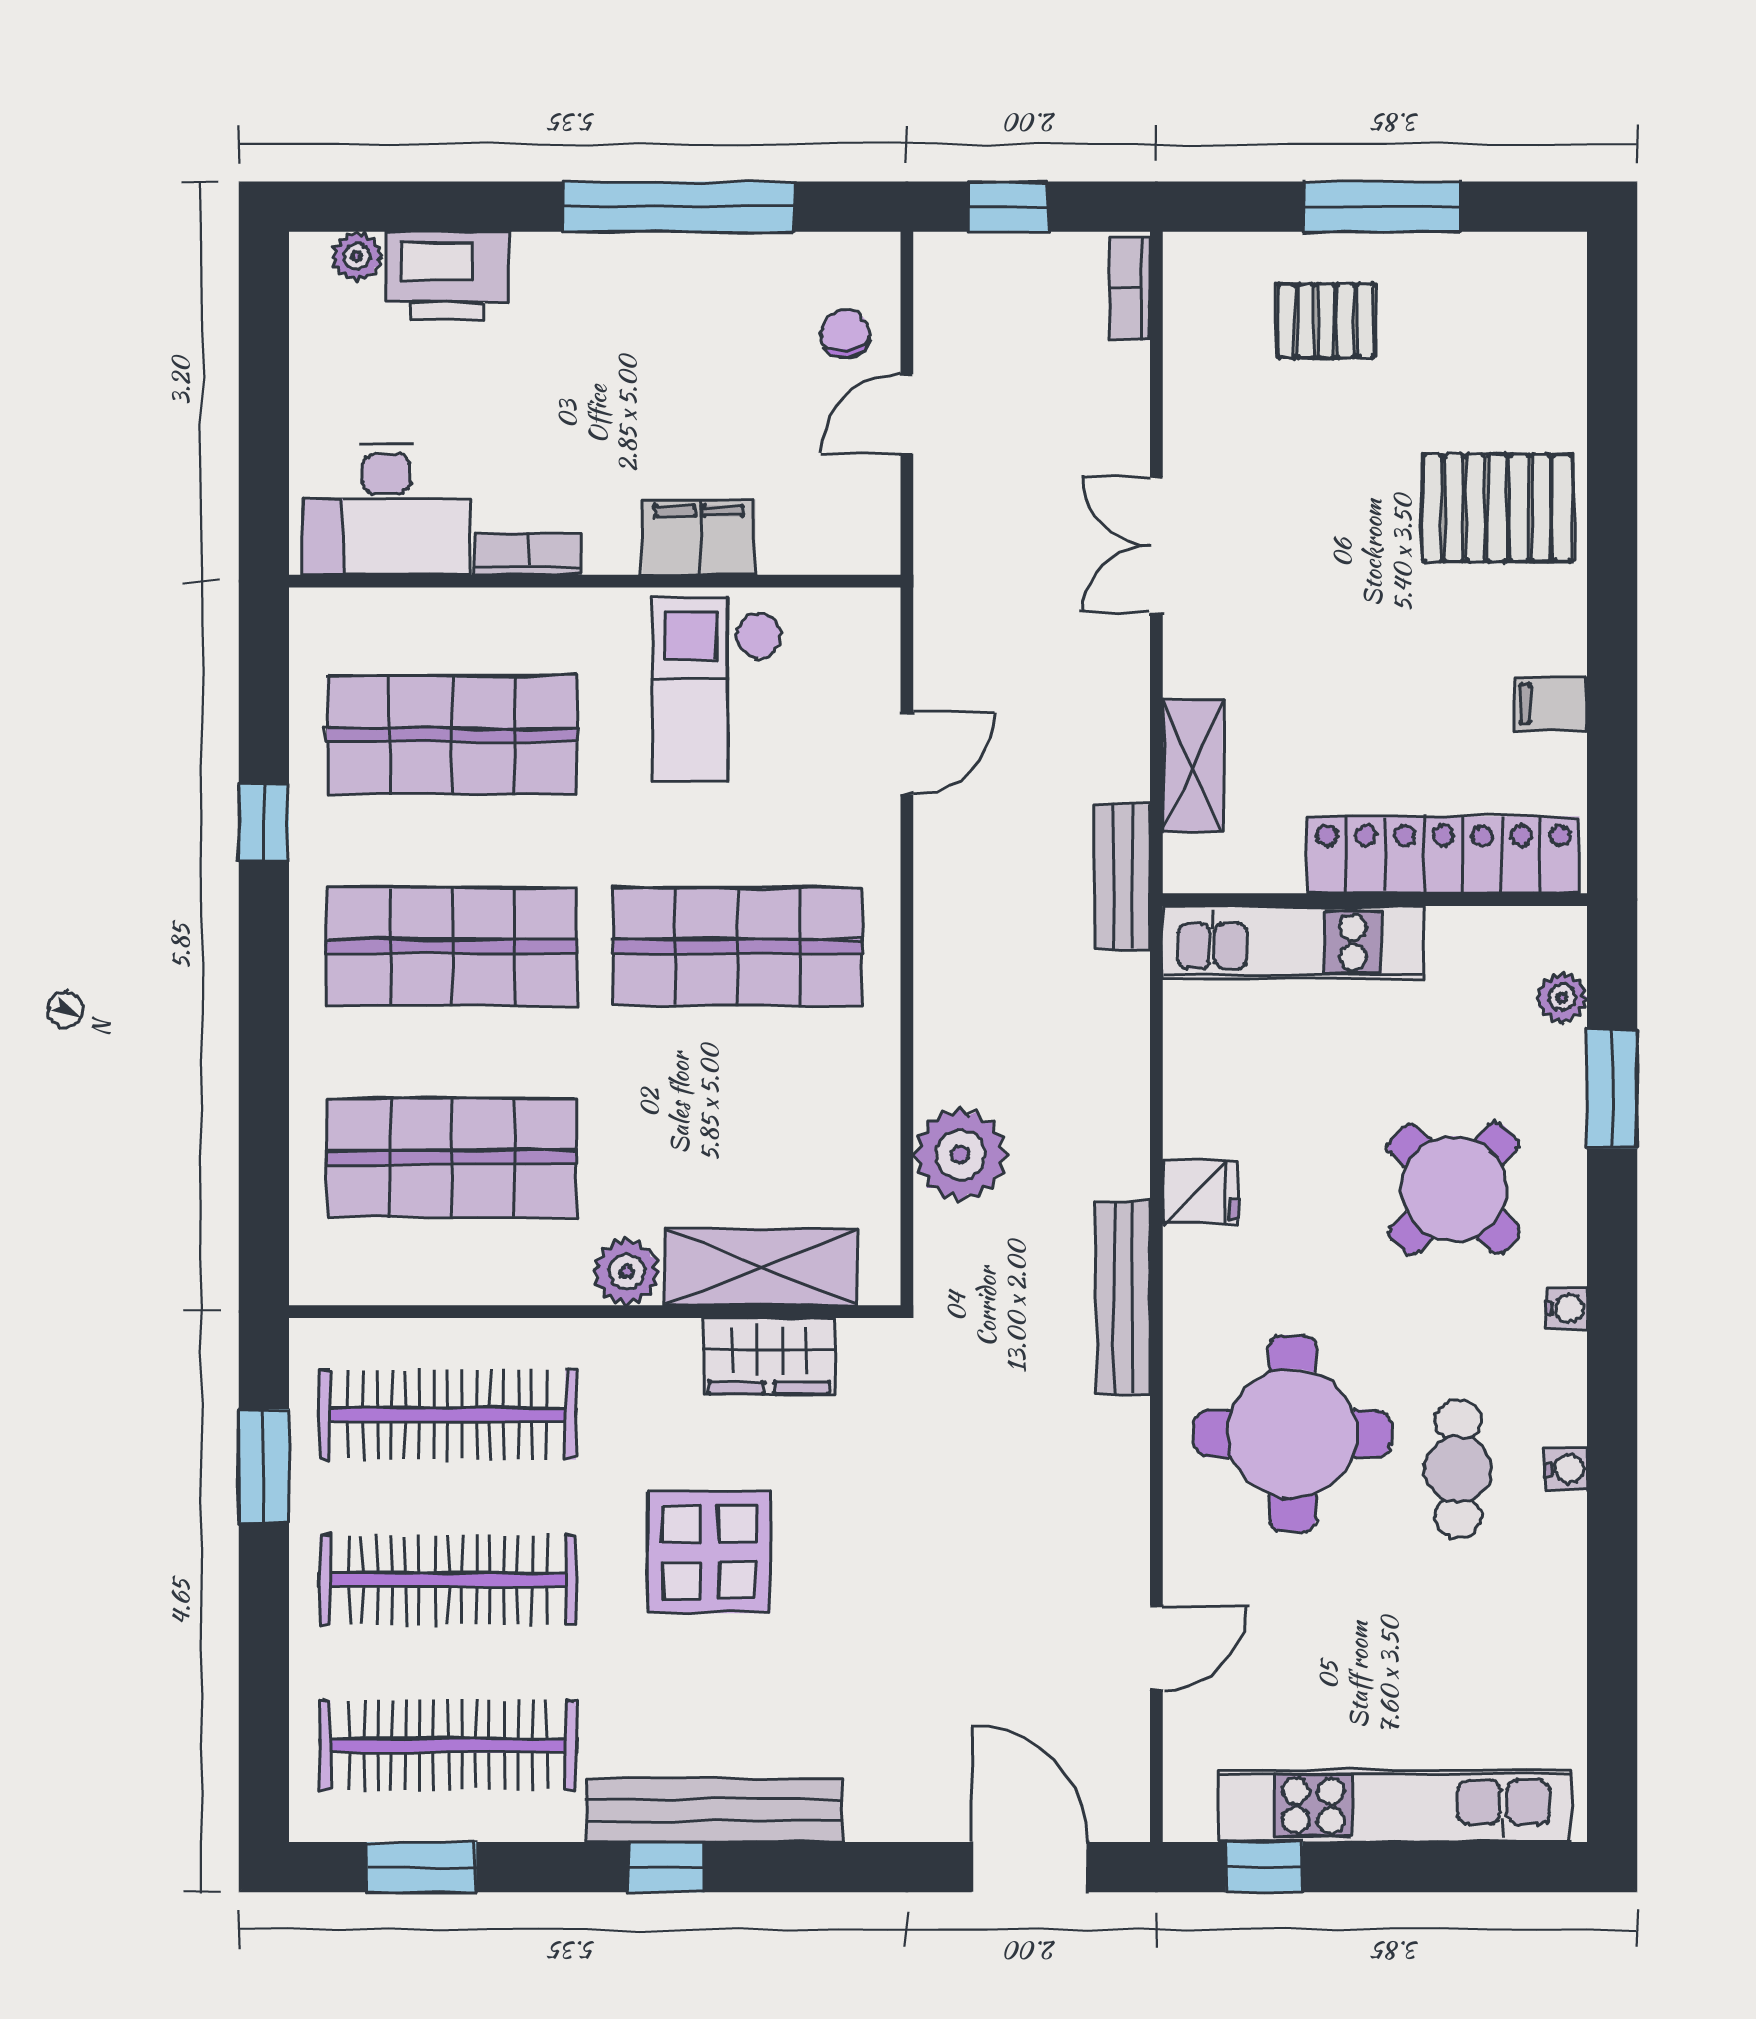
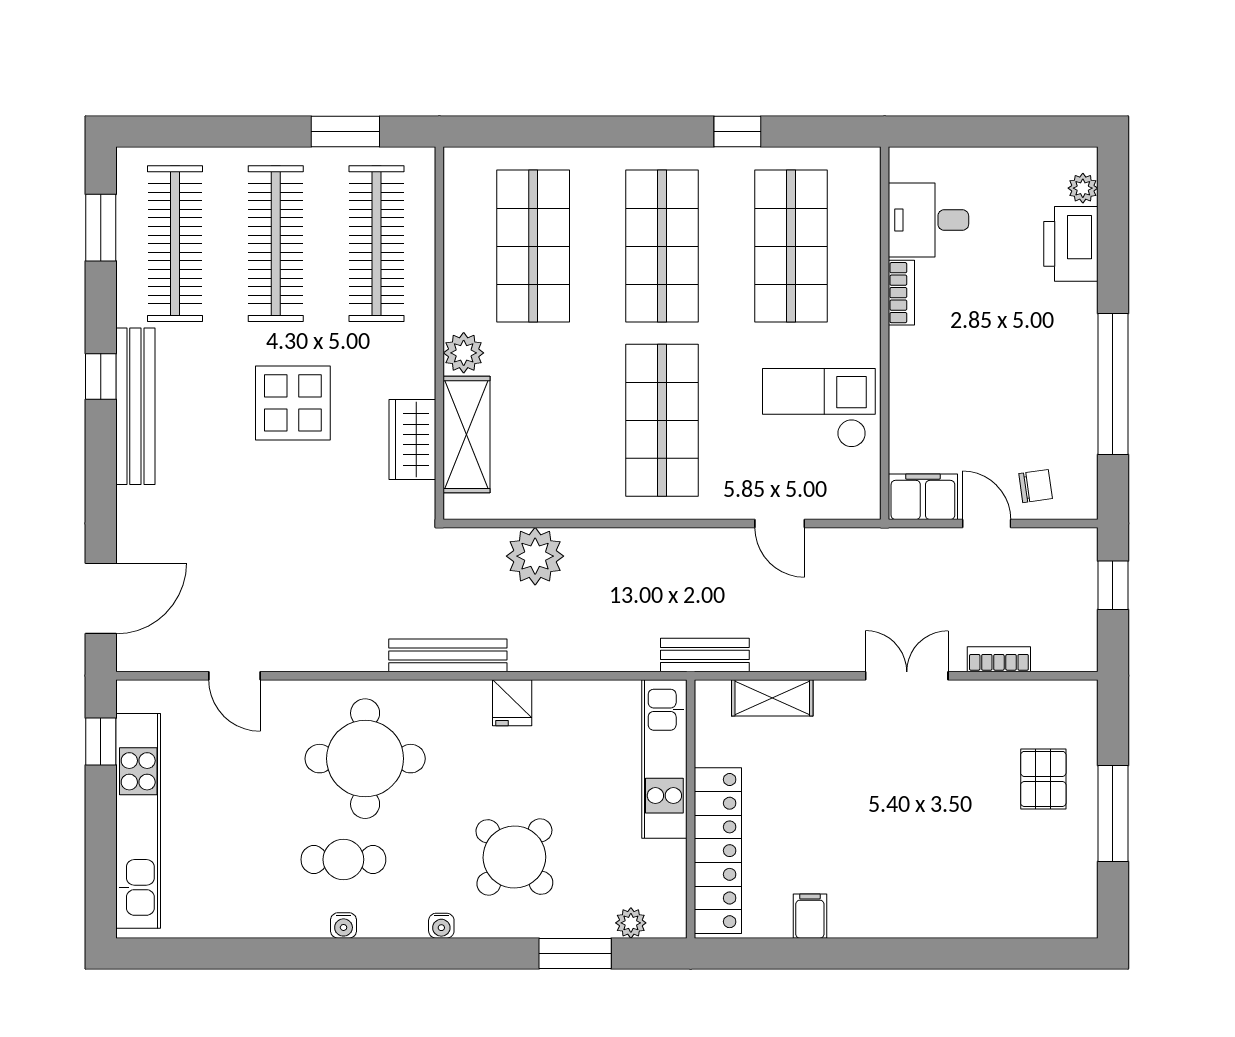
bookcase: (1130, 288) -> (999, 659), moved
pallet: (1498, 508) -> (929, 884), removed
desk: (386, 509) -> (928, 220), width x0.73
filing cabinet: (699, 537) -> (923, 497), moved, turned -90

